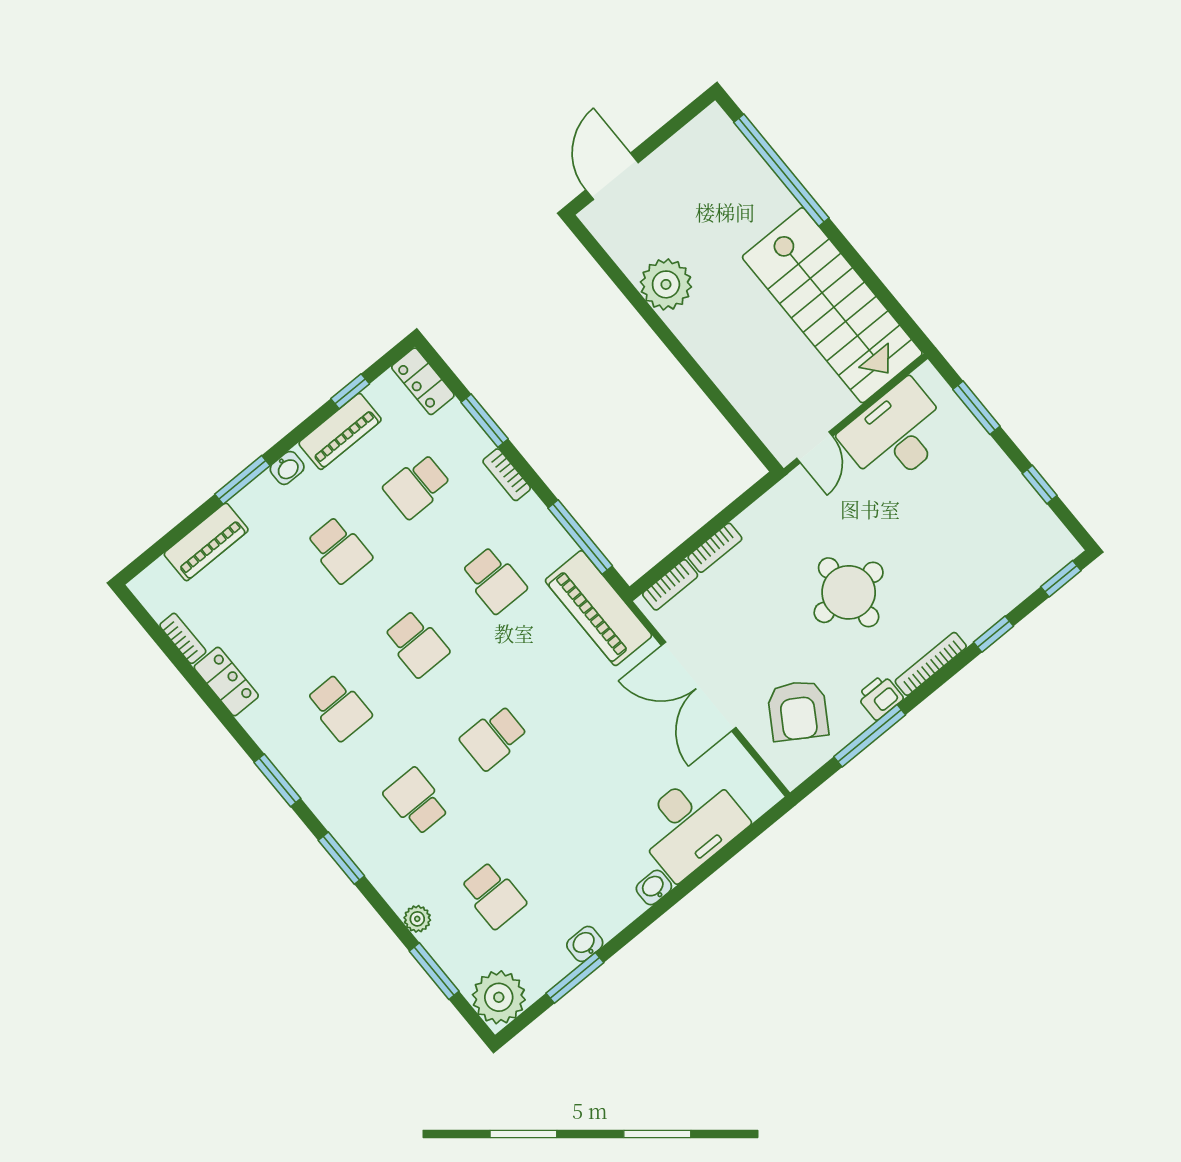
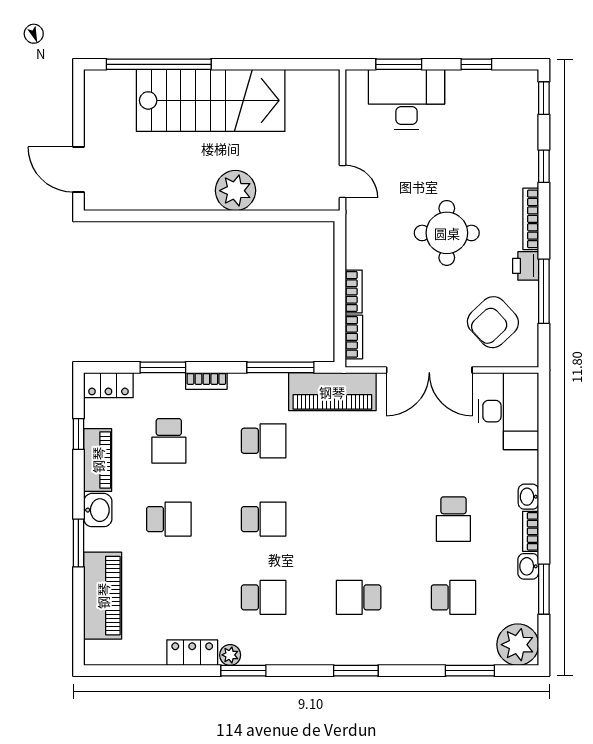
plant: (666, 284) -> (235, 191), moved
stairs: (832, 305) -> (211, 100), moved
desk: (896, 434) -> (407, 99), moved, turned 90
washbasin: (287, 468) -> (98, 510), width x1.38, depth x1.45
piano: (206, 542) -> (103, 596), width x1.37, depth x1.33
bookcase: (183, 638) -> (531, 531), moved, turned -90
armchair: (798, 711) -> (493, 322), turned 105
school desk: (494, 738) -> (453, 519), moved
window: (277, 780) -> (243, 671), moved
desk: (690, 824) -> (508, 411), moved
plant: (417, 919) -> (230, 655), moved

